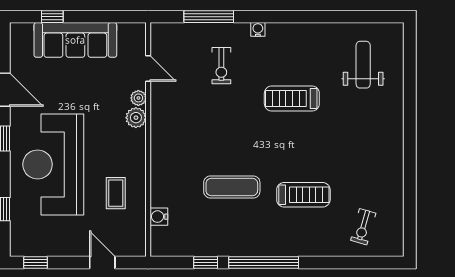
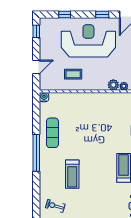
exercise mat: (232, 187) -> (52, 133), moved
water cooler: (159, 217) -> (44, 97), moved
window: (206, 262) -> (36, 122), removed

